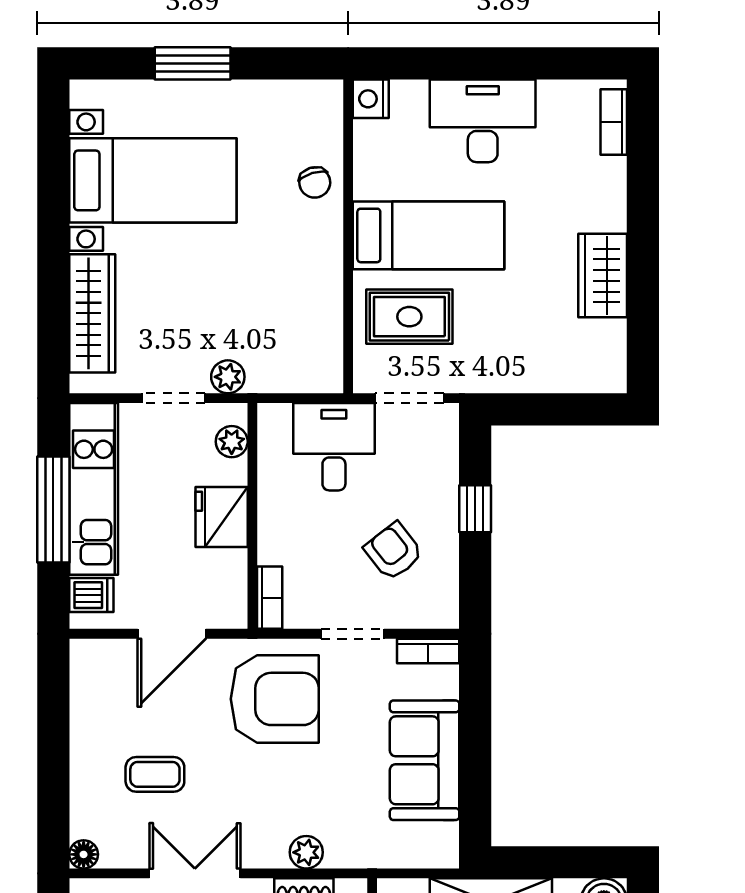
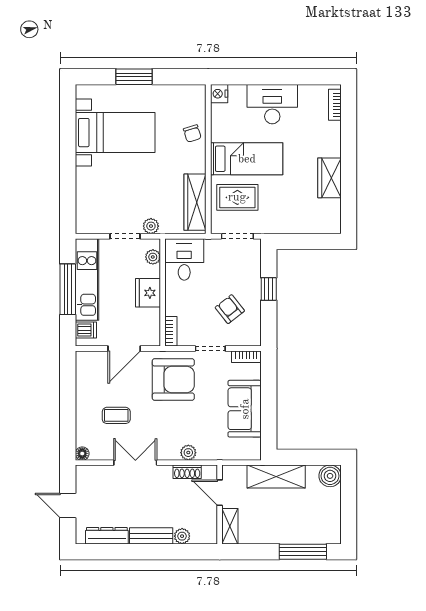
wardrobe: (92, 313) -> (195, 202), moved, turned 180
desk: (334, 447) -> (184, 259), moved

